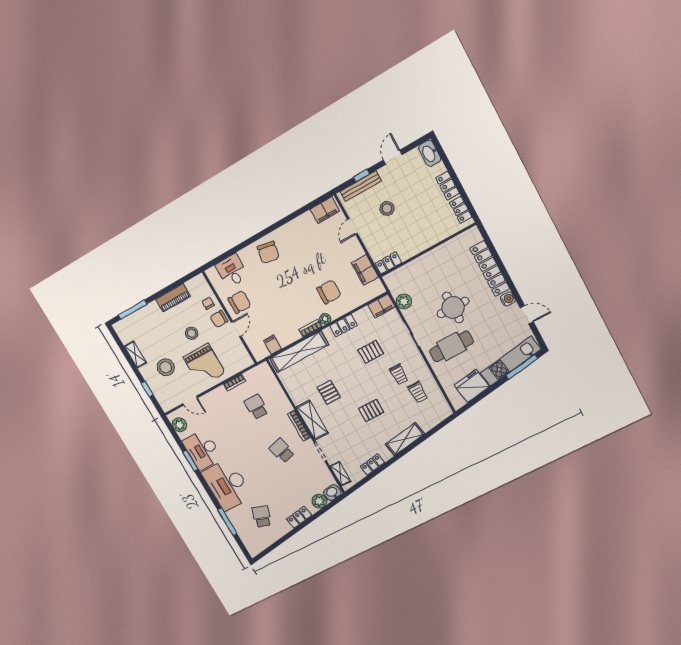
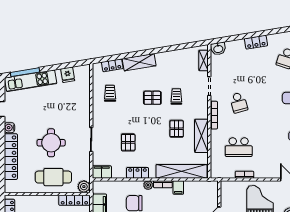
locker: (388, 263) -> (74, 200), width x1.53
plant: (404, 301) -> (84, 187), moved
filing cabinet: (273, 345) -> (178, 187), moved
cafe table: (451, 346) -> (53, 177), moved
pallet: (371, 352) -> (128, 142), turned 90
trolley: (399, 374) -> (176, 96), moved
fridge: (472, 386) -> (68, 75), width x0.53, depth x0.75
school desk: (256, 407) -> (239, 147), width x1.85
shelving: (312, 420) -> (201, 136), moved
locker: (372, 464) -> (112, 65), moved
plant: (319, 501) -> (232, 47), removed

